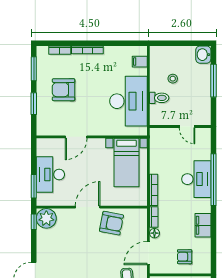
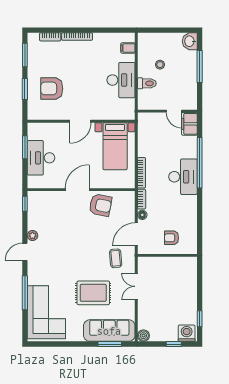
armchair: (64, 90) -> (52, 88), moved
desk: (128, 101) -> (121, 80), width x0.73, depth x0.77
door: (76, 137) -> (80, 121), moved
desk: (196, 179) -> (183, 177), moved
window: (34, 186) -> (25, 147), moved
plant: (46, 218) -> (33, 236), moved, width x0.53, depth x0.53
filing cabinet: (203, 225) -> (189, 124), moved

